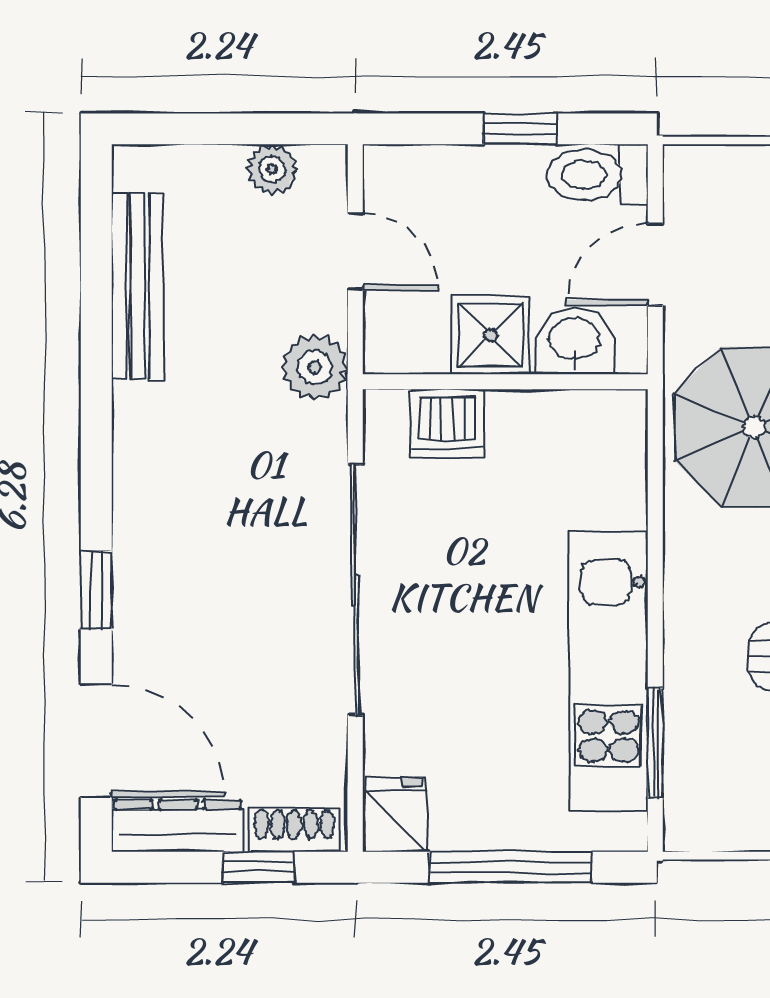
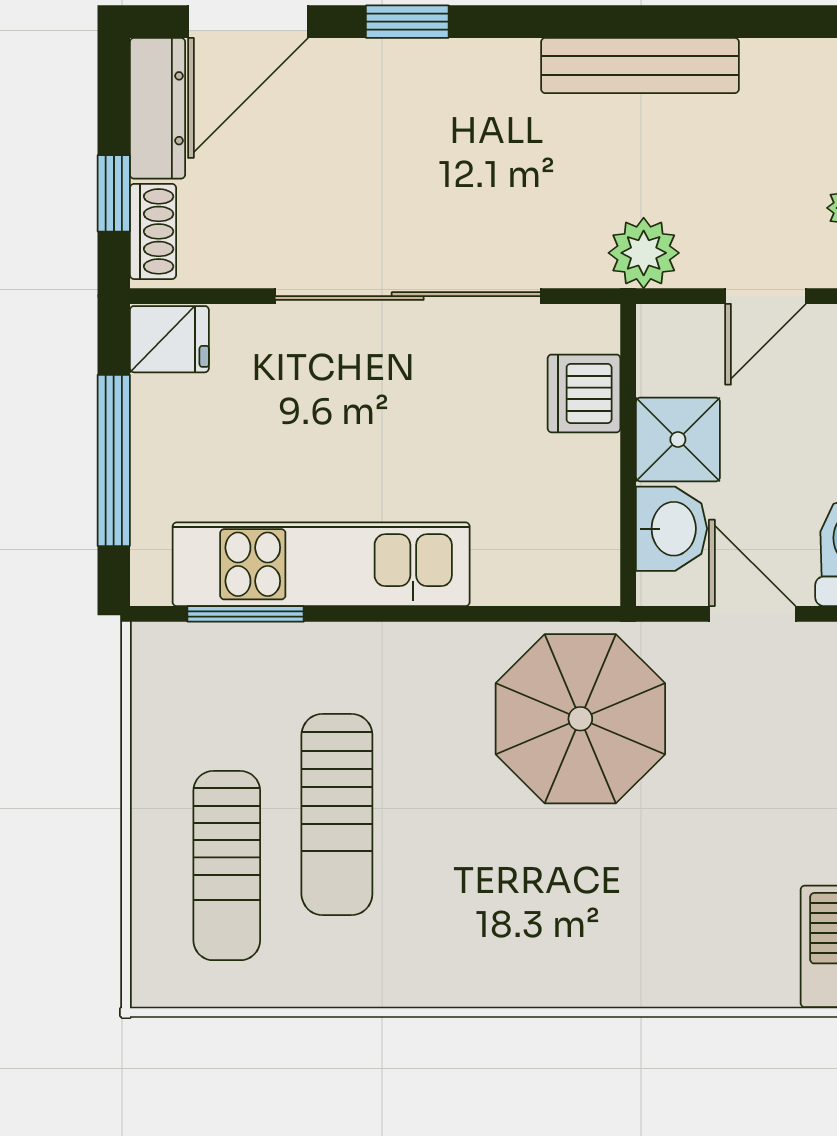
bench: (138, 286) -> (640, 66), moved

